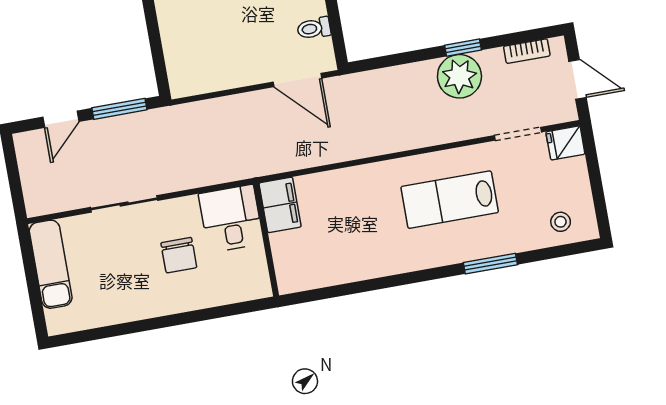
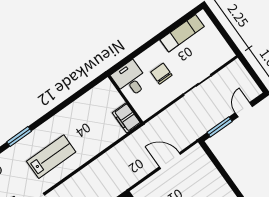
door: (297, 80) -> (170, 161), moved
desk: (231, 218) -> (130, 79), moved, turned 180
exam couch: (51, 264) -> (182, 33), moved, turned -90

